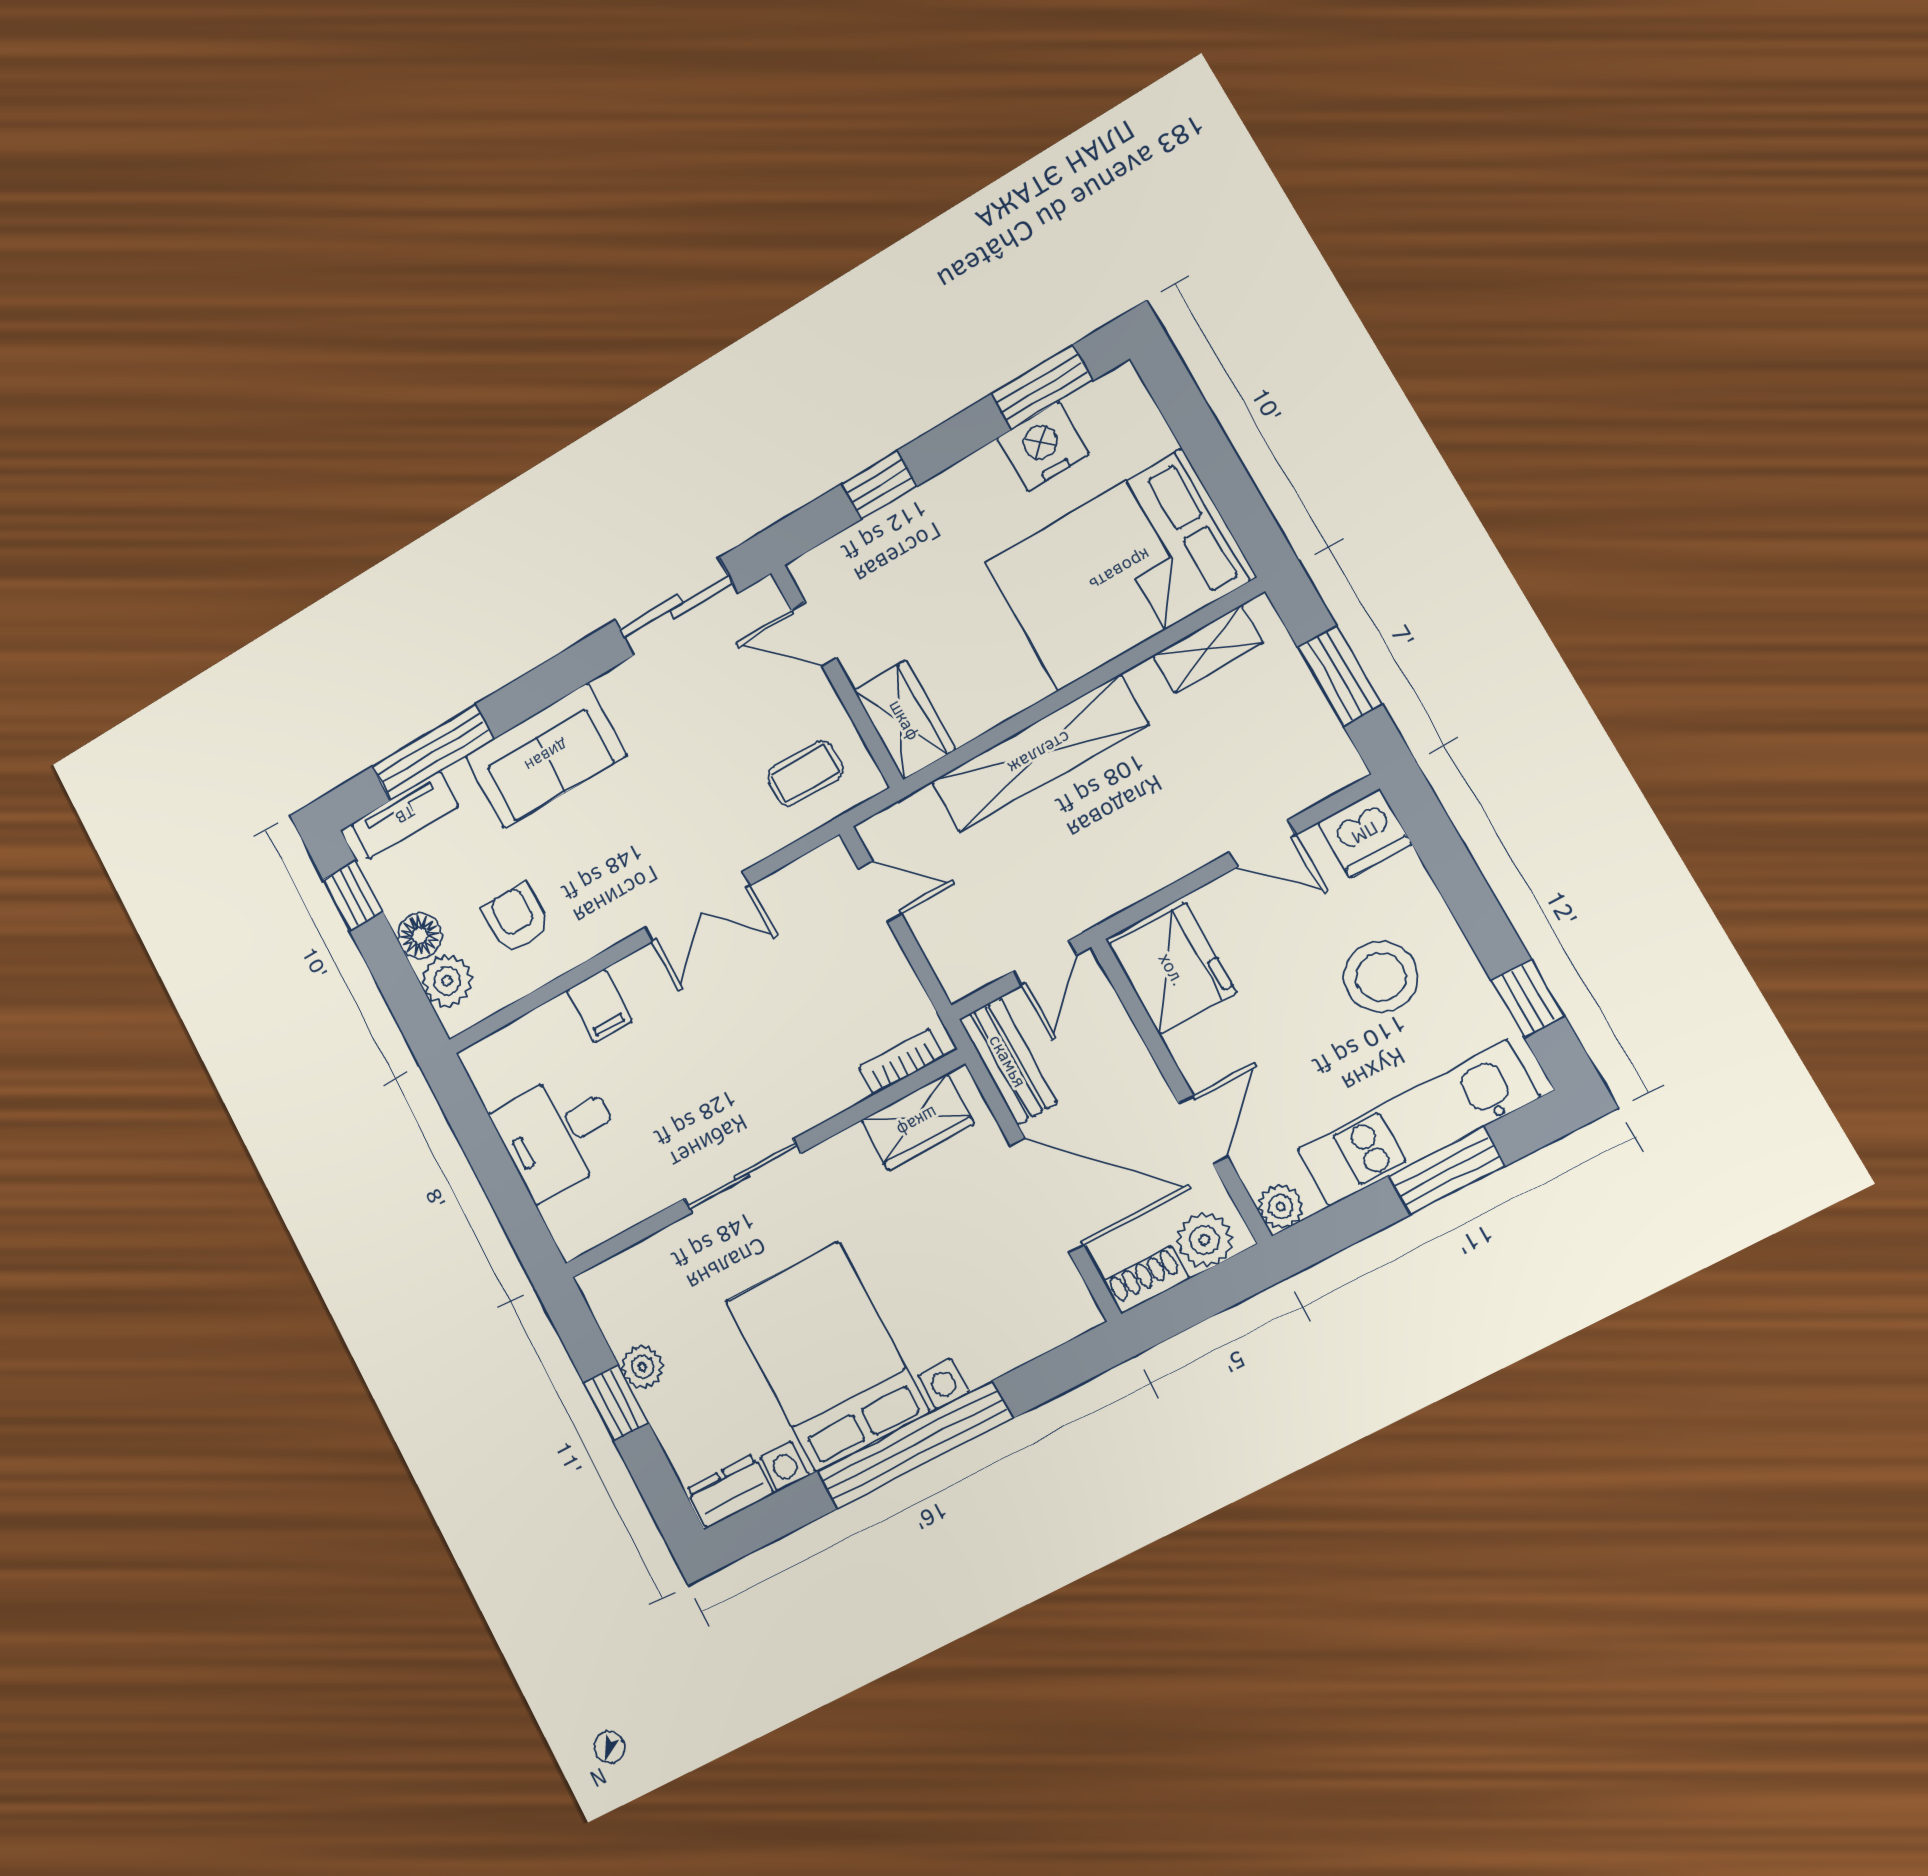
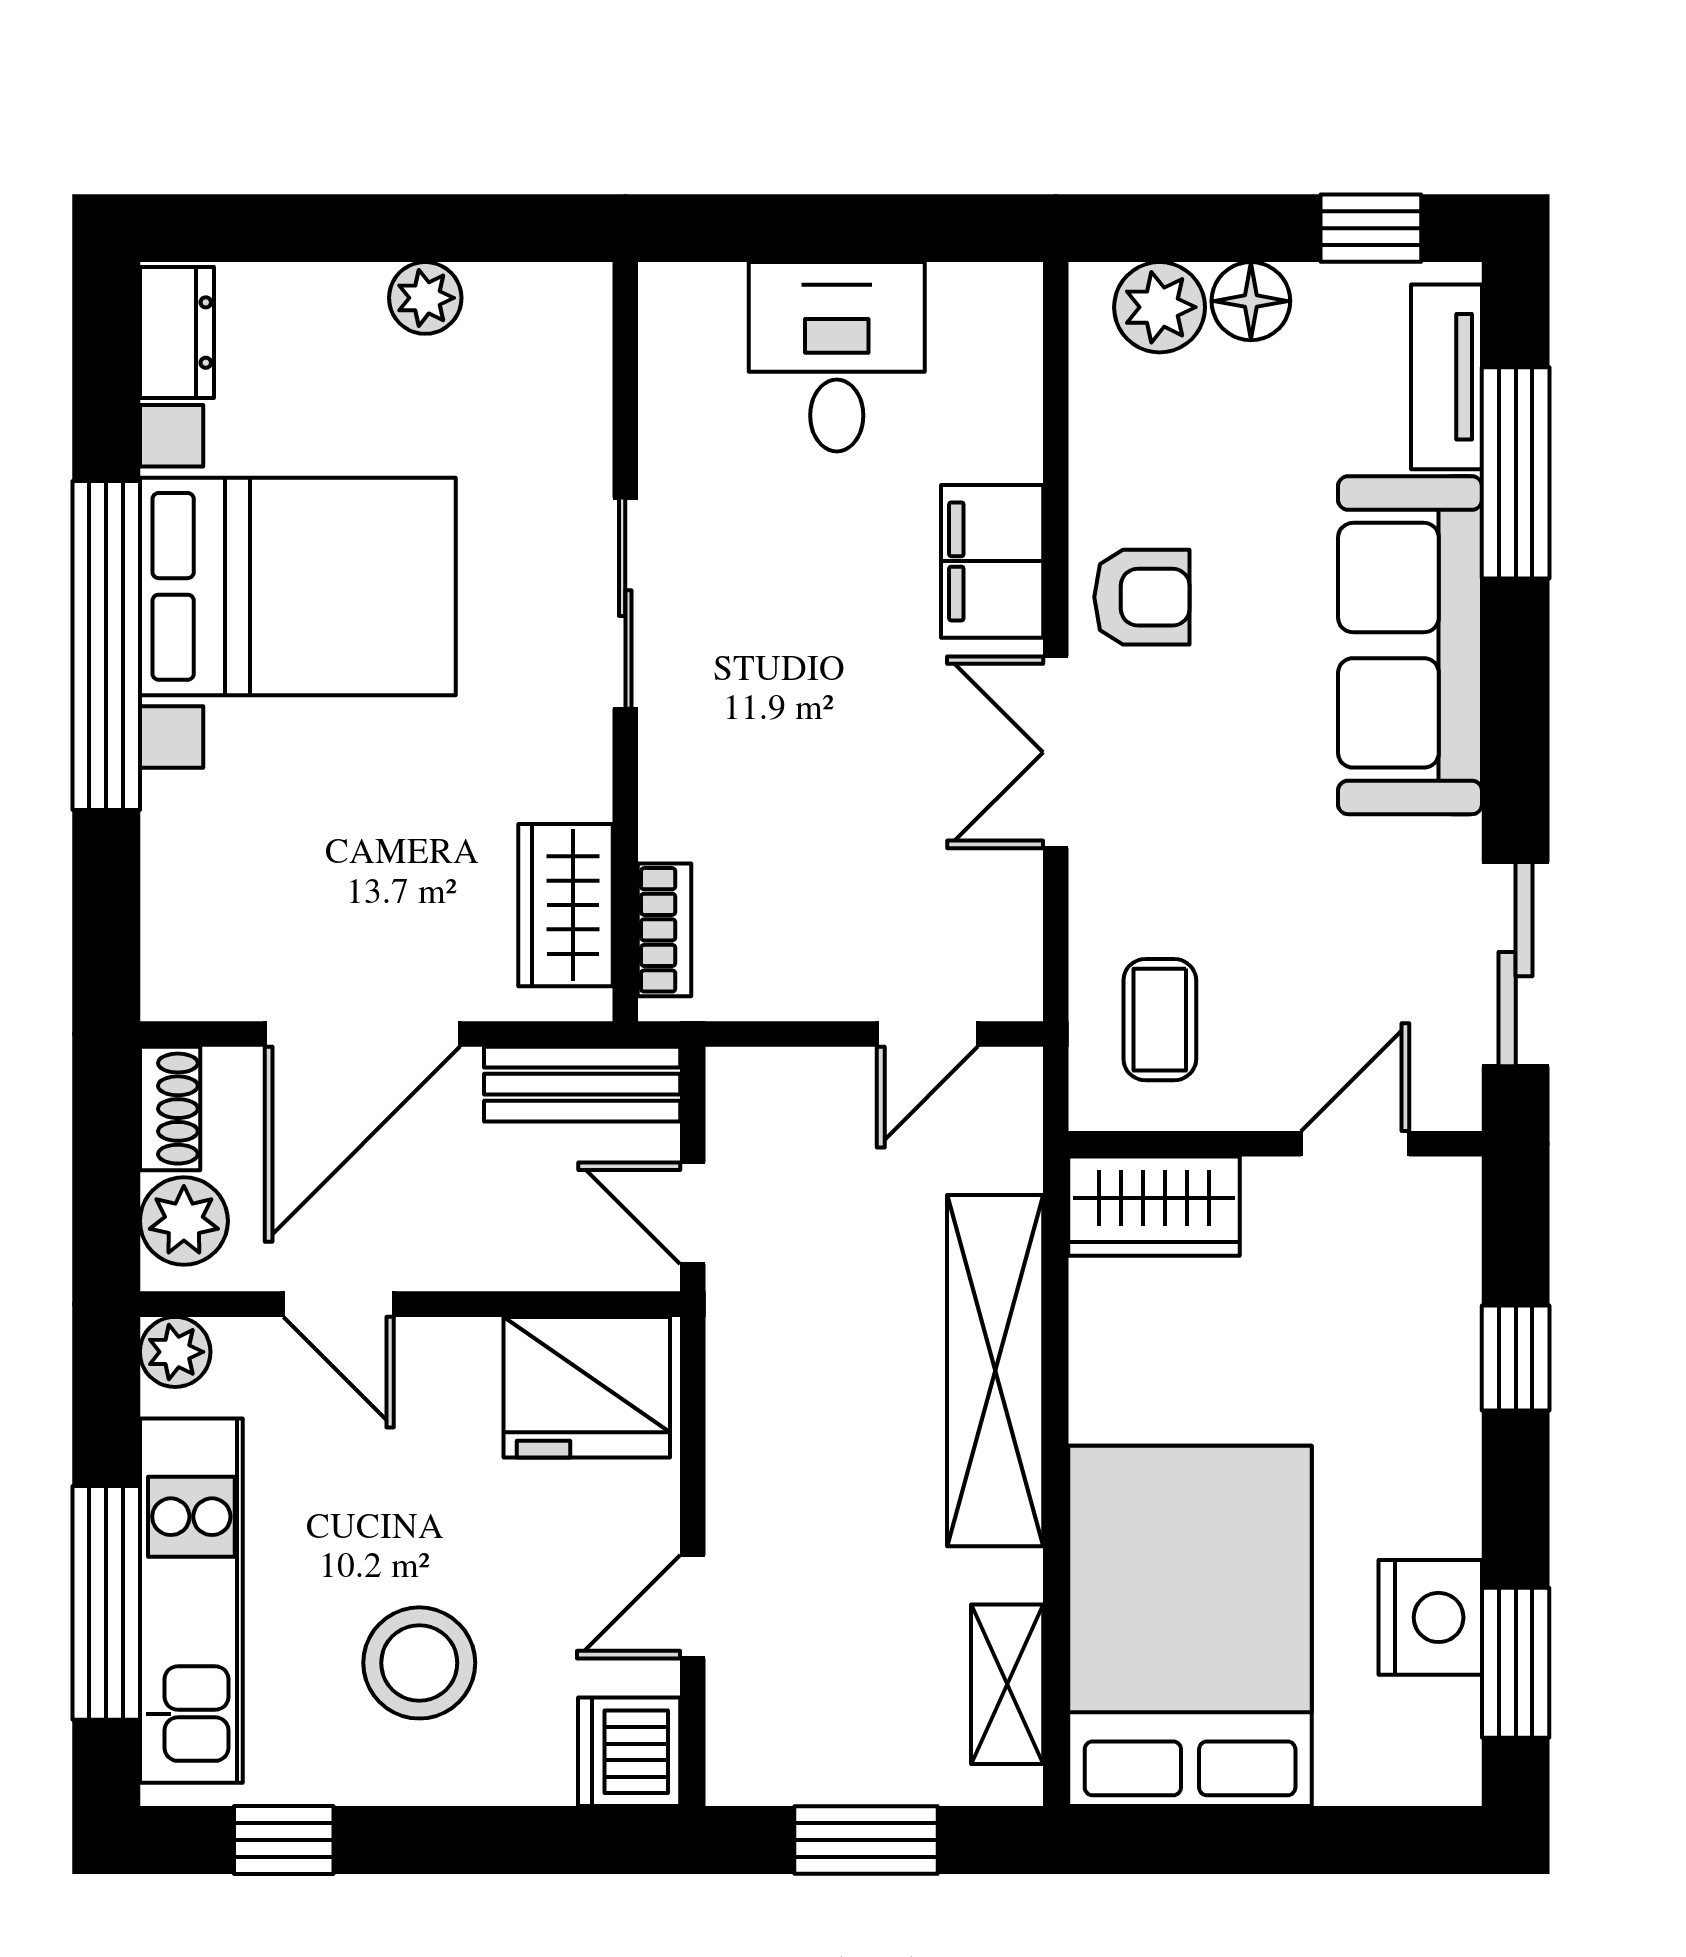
sofa: (546, 756) -> (1410, 645), width x1.36
armchair: (516, 918) -> (1142, 597), moved
filing cabinet: (599, 1006) -> (992, 561), width x2.00
window: (1447, 1171) -> (106, 1603), width x1.44
window: (616, 1403) -> (393, 228), removed

